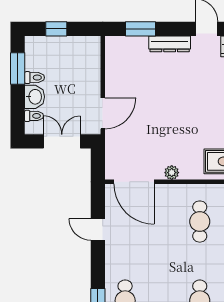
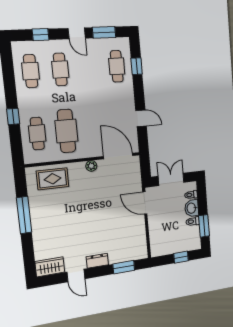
dresser: (170, 44) -> (97, 261), width x0.70
door: (103, 113) -> (145, 203), hinge flipped
double door: (62, 141) -> (171, 179), swing flipped
cafe table: (200, 222) -> (66, 131), width x1.37, depth x1.35

